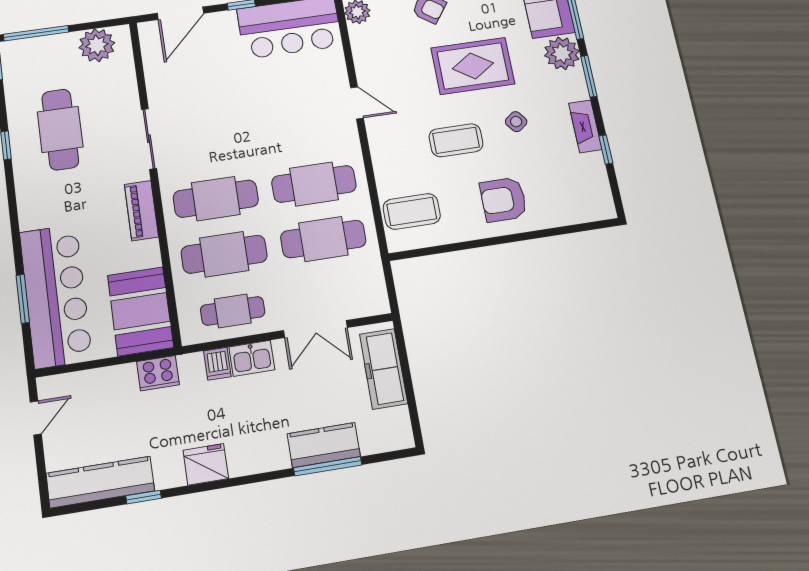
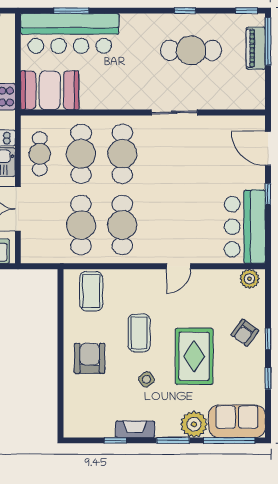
plant: (97, 45) -> (252, 84), removed
piano: (141, 211) -> (256, 48), moved, turned -90

